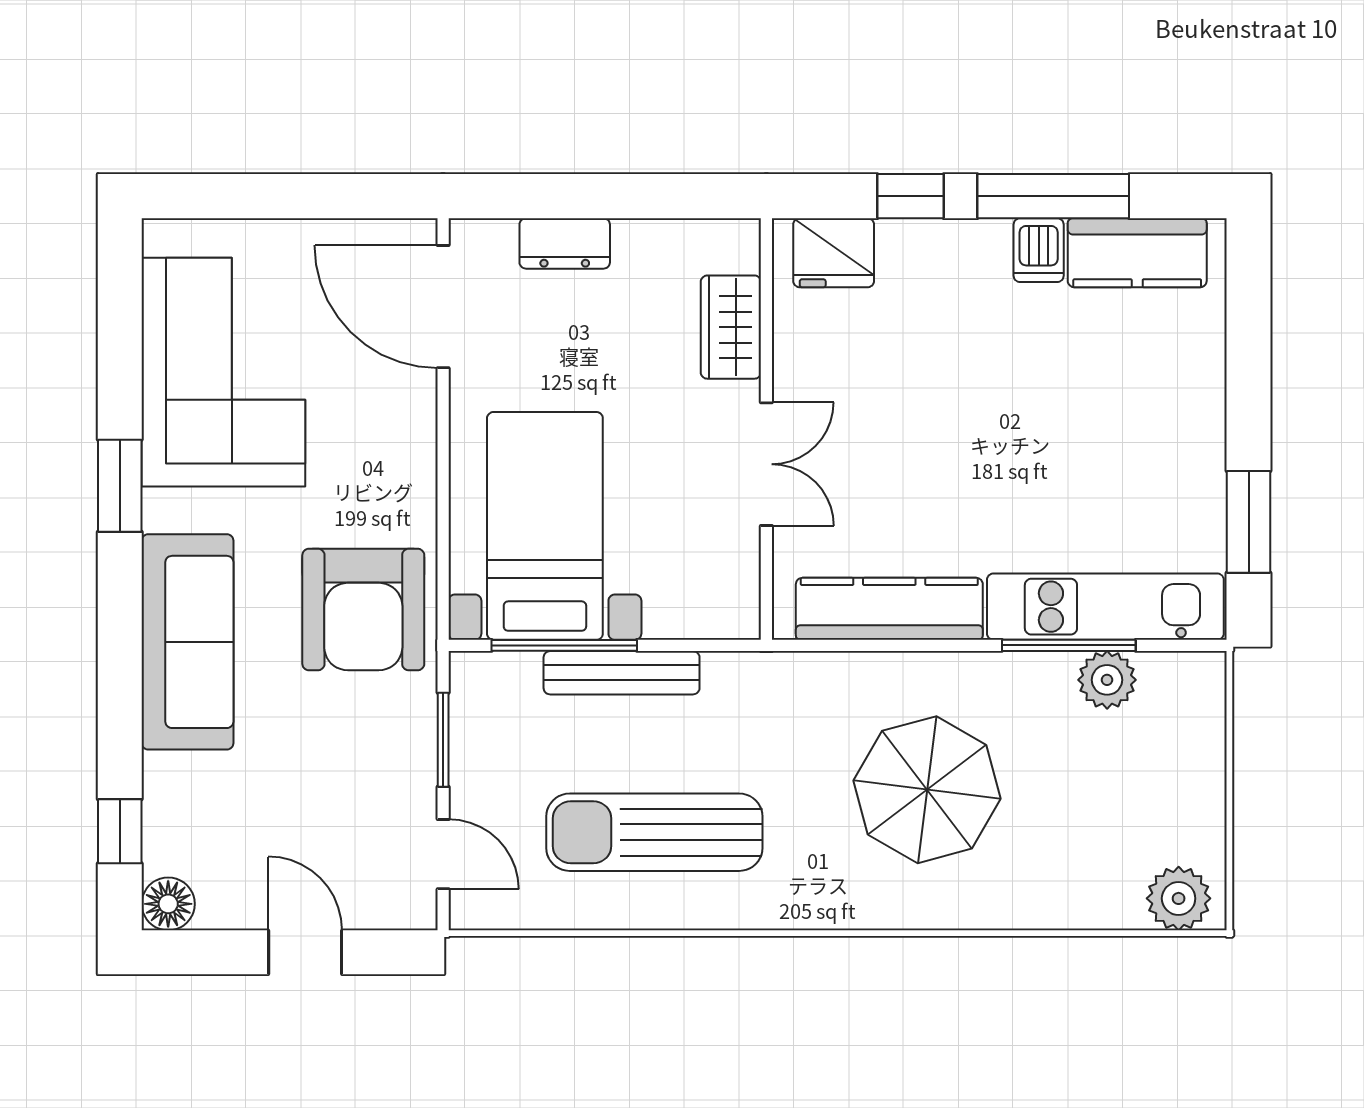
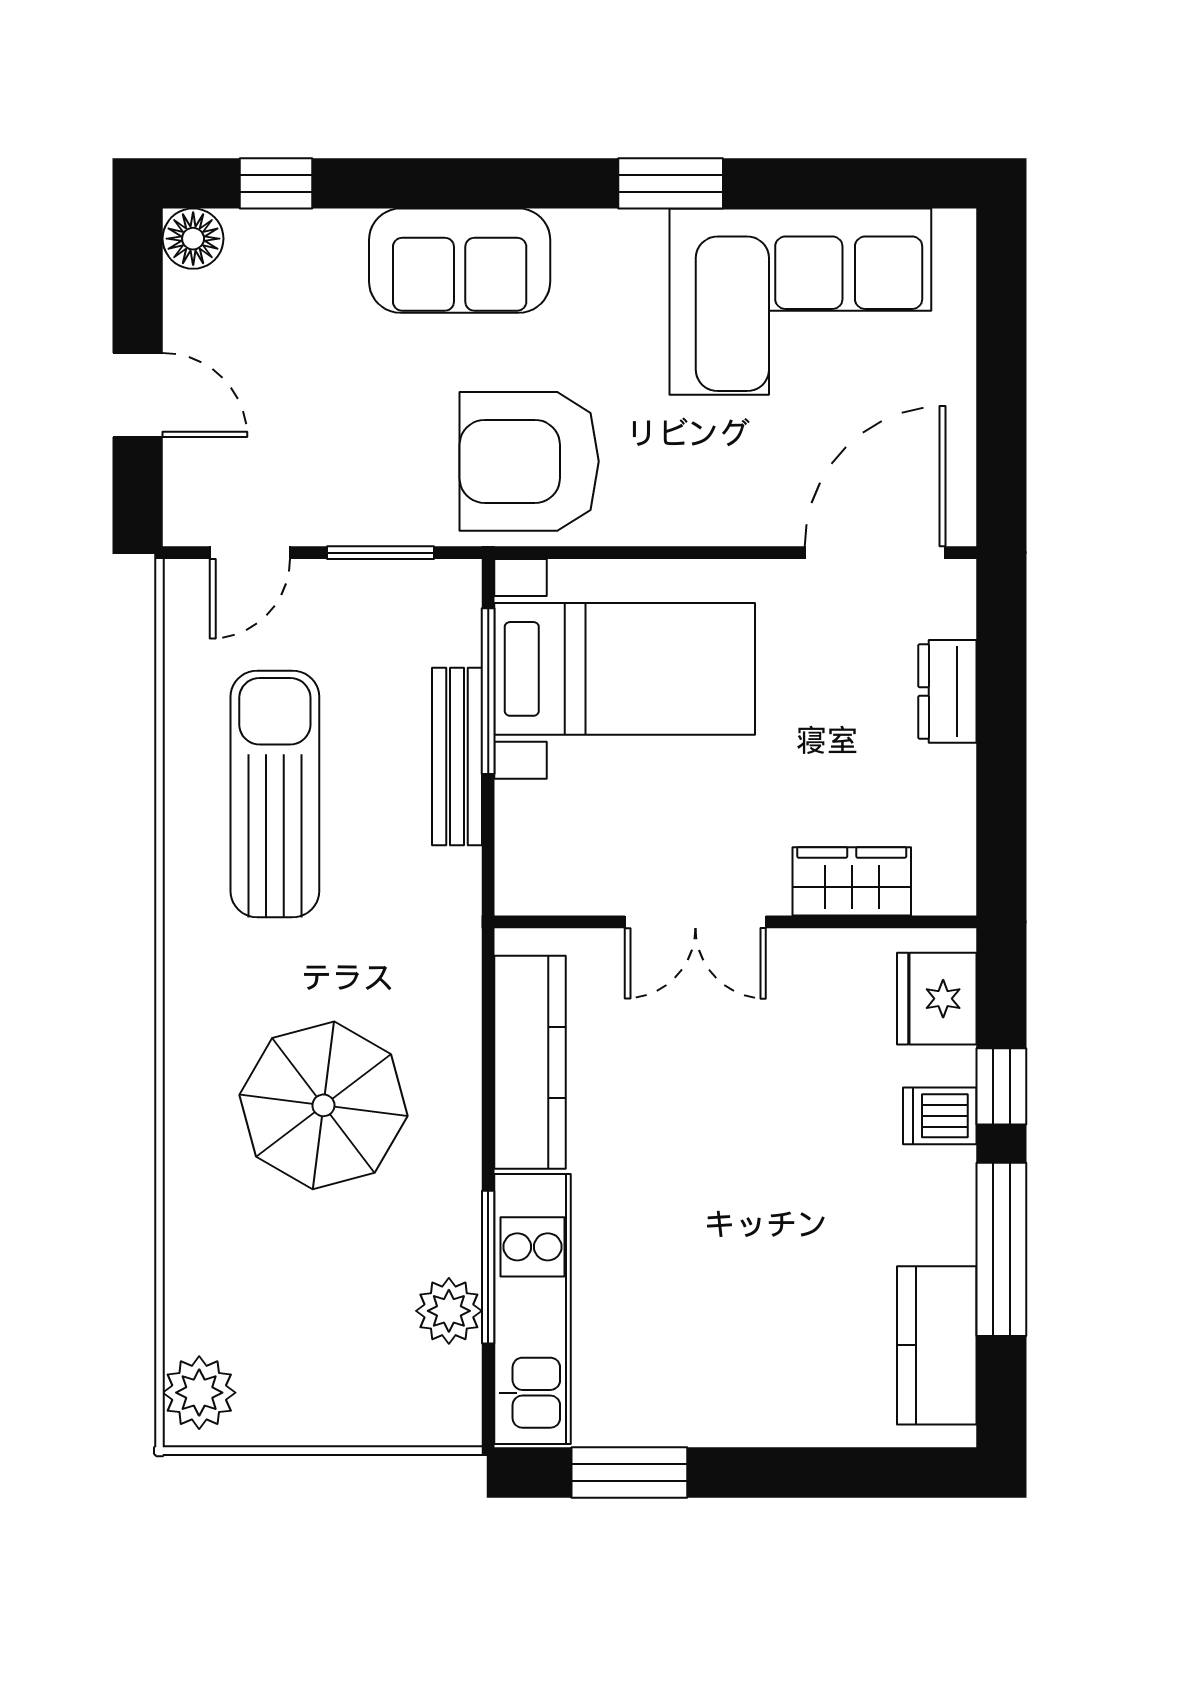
dishwasher: (1039, 250) -> (940, 1116), moved
sofa: (187, 642) -> (460, 261), width x0.73
door: (305, 952) -> (138, 395), hinge flipped

